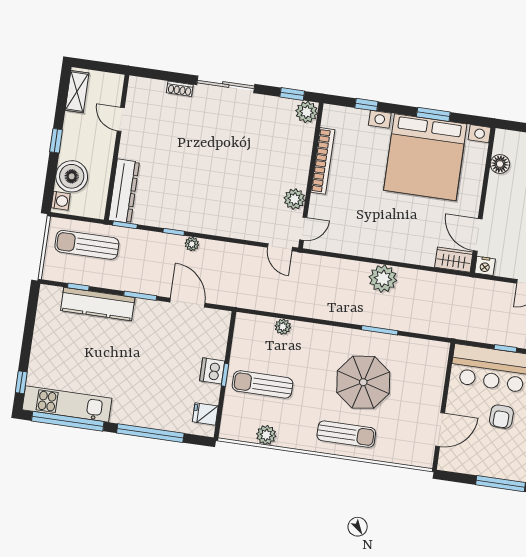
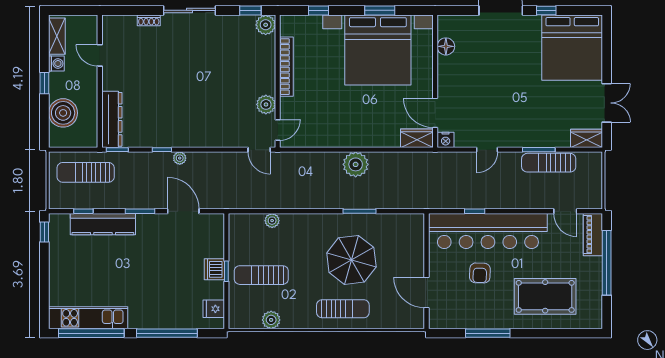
washing machine: (61, 201) -> (56, 63), moved
window: (21, 382) -> (44, 232), moved
door: (440, 430) -> (427, 293), swing flipped

